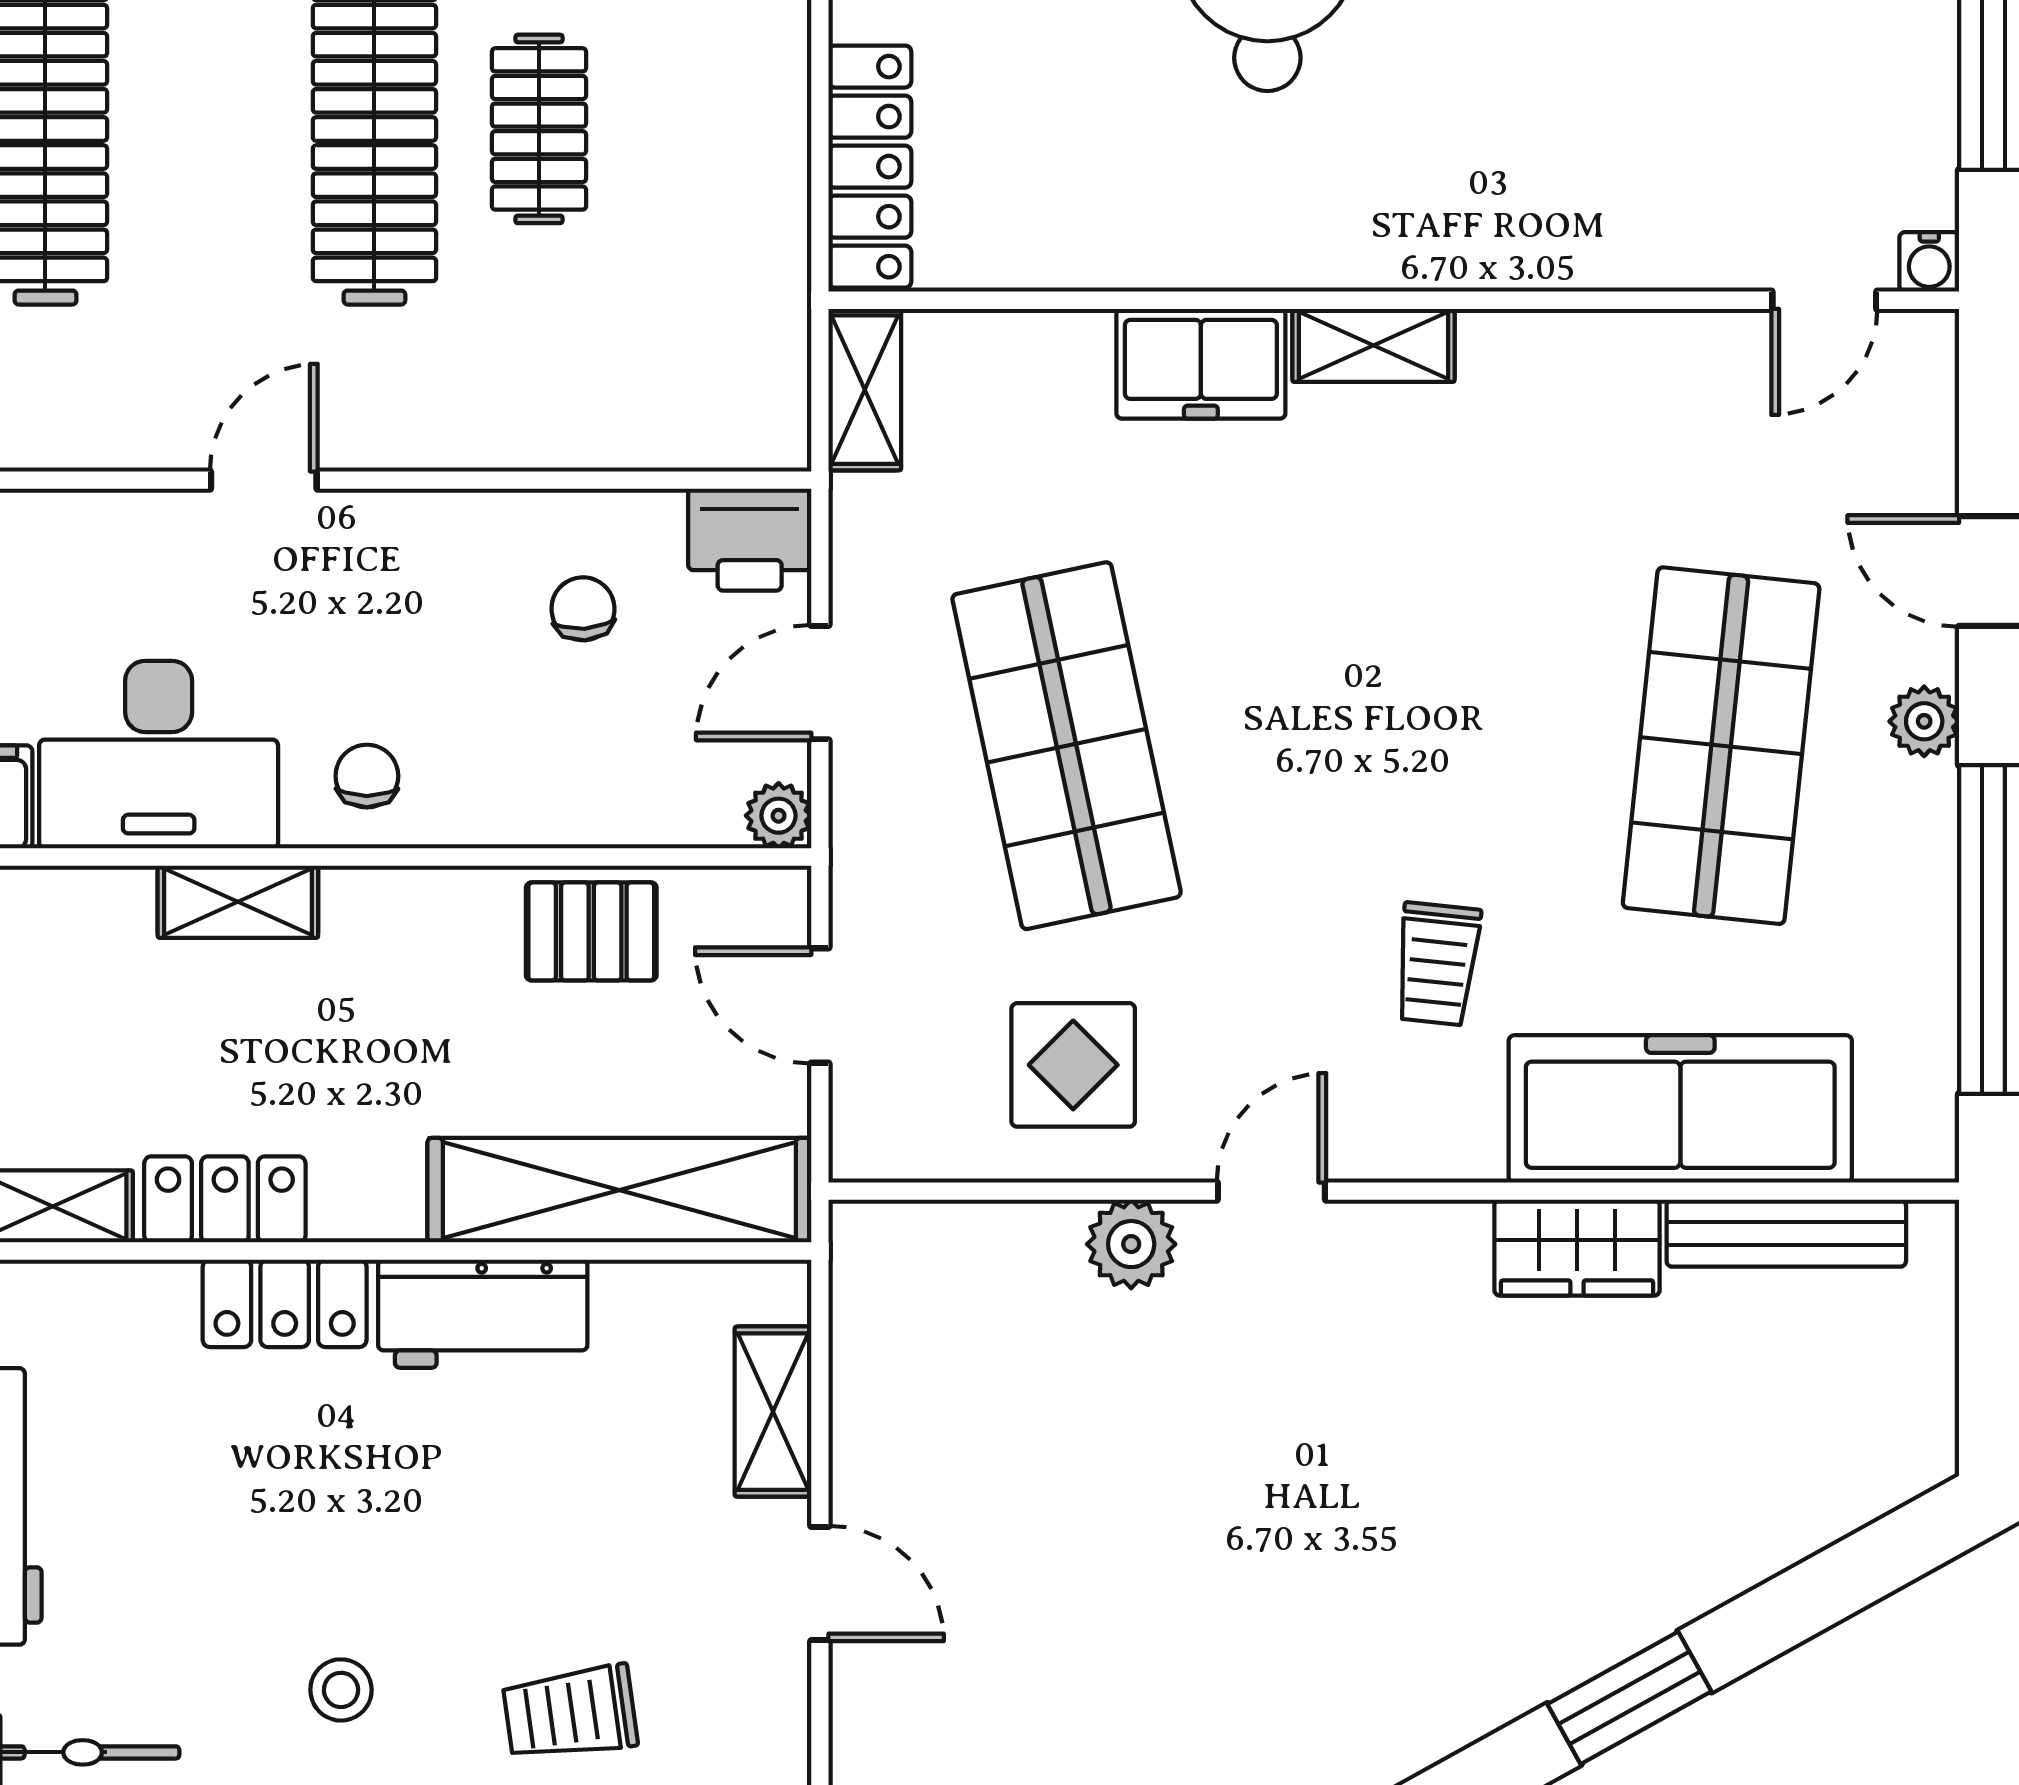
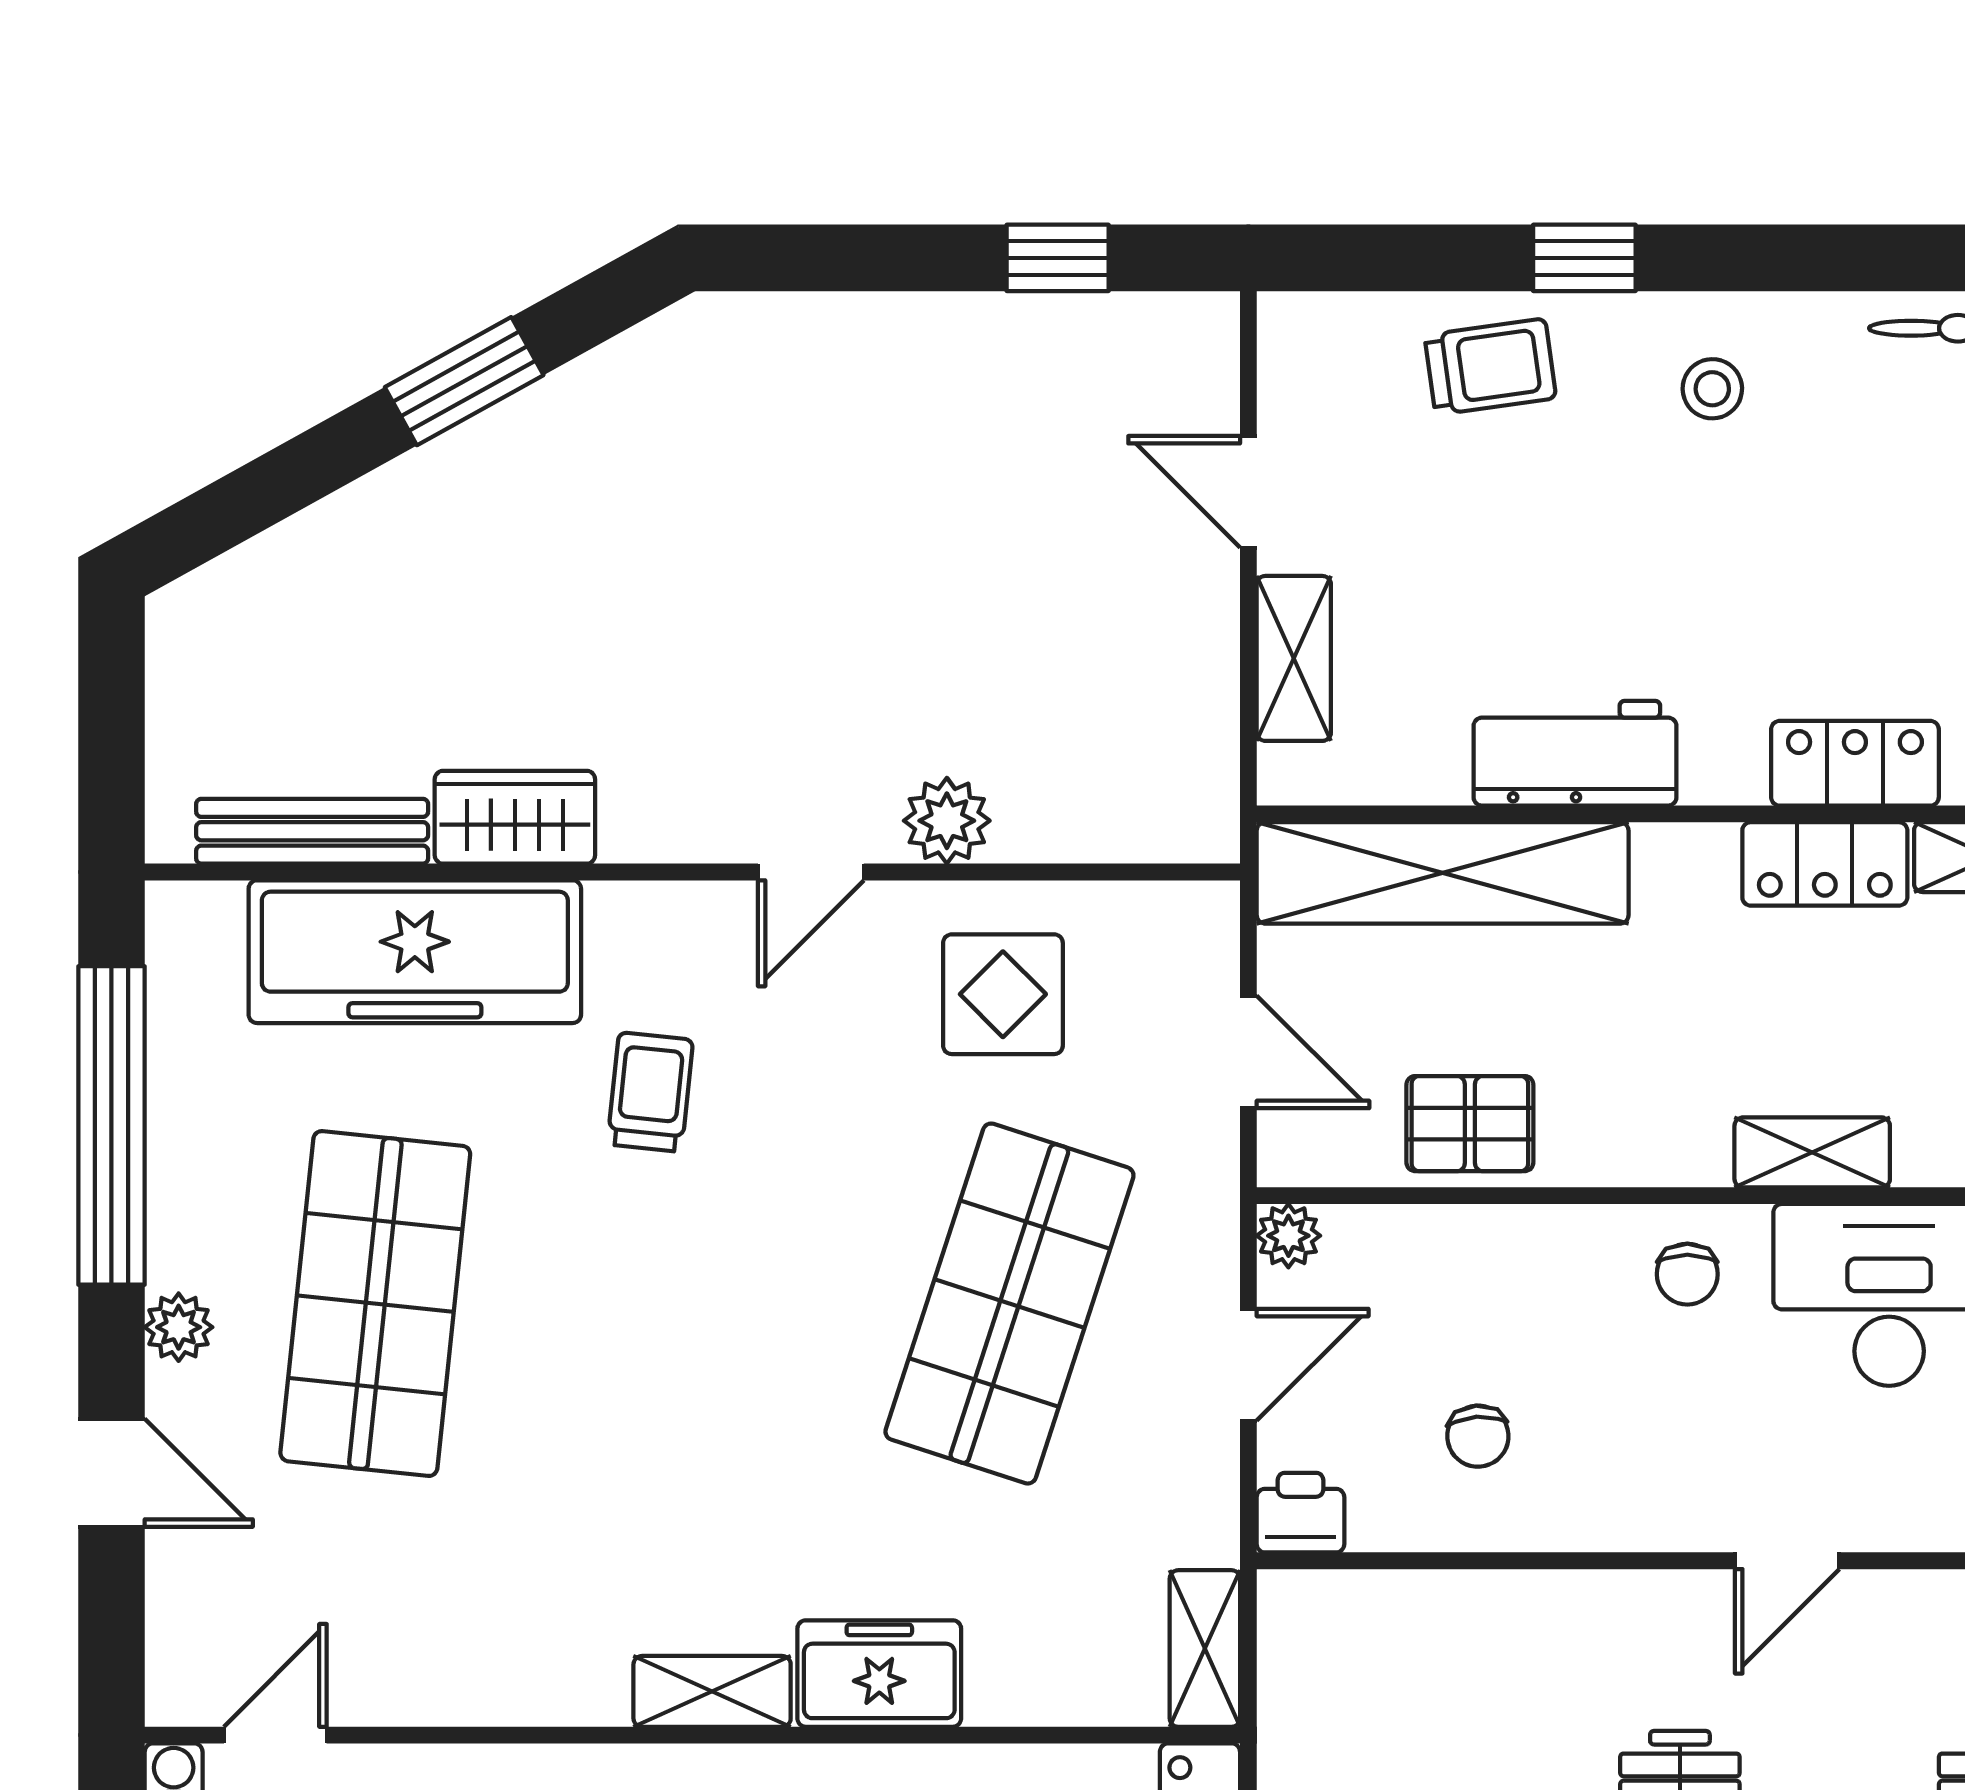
printer: (750, 540) -> (1300, 1513), width x0.73, depth x0.81
shop shelf: (1067, 746) -> (1009, 1304), turned 30
locker: (285, 1303) -> (1855, 763), moved

